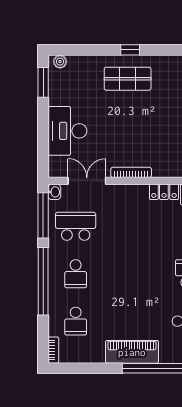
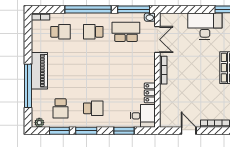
desk: (67, 131) -> (205, 26), moved
school desk: (76, 226) -> (126, 32), turned -90
school desk: (76, 321) -> (61, 32), turned 180

